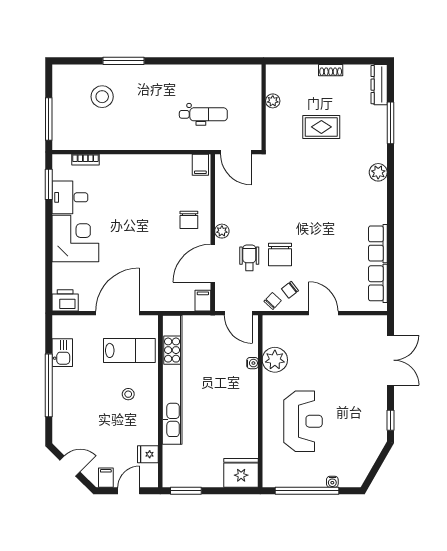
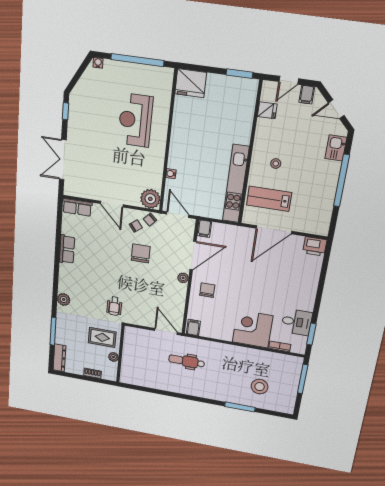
plant: (273, 101) -> (114, 357), moved
wall: (264, 107) -> (120, 354), moved
corner desk: (75, 238) -> (253, 329), moved, turned 90
wheelchair: (249, 258) -> (114, 306), moved
row of seats: (378, 283) -> (77, 207), moved, turned 90
kitchen sink: (62, 353) -> (336, 148), moved
plant: (275, 360) -> (150, 199), moved
kitchen unit: (172, 380) -> (236, 184), width x0.73
water cooler: (332, 482) -> (98, 63), moved

